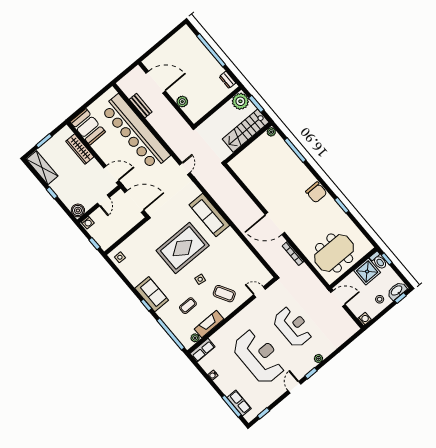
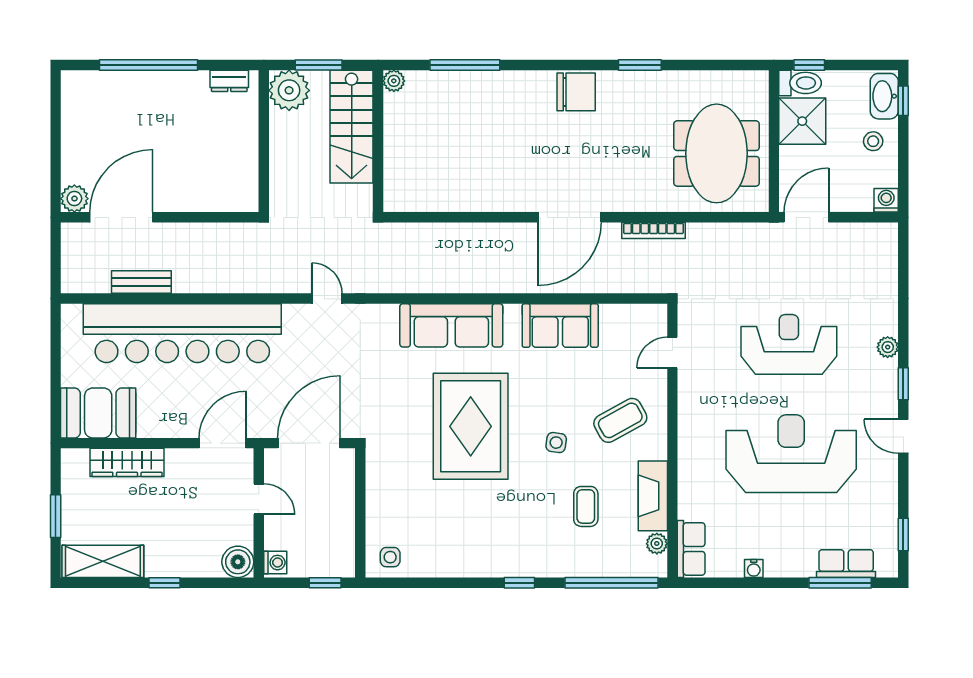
plant: (182, 102) -> (74, 199), moved
sofa: (152, 294) -> (560, 326), moved, turned 180

